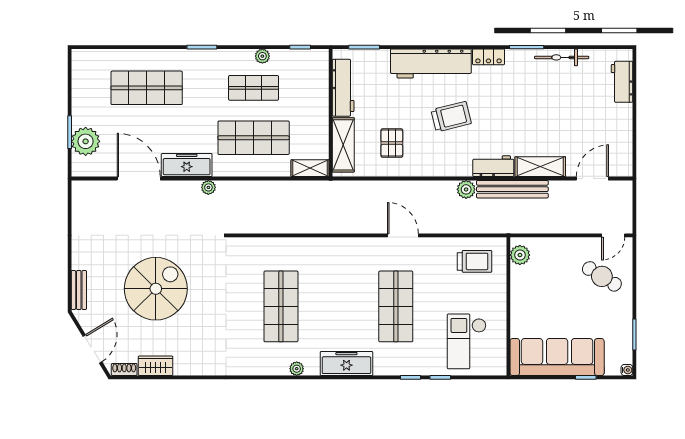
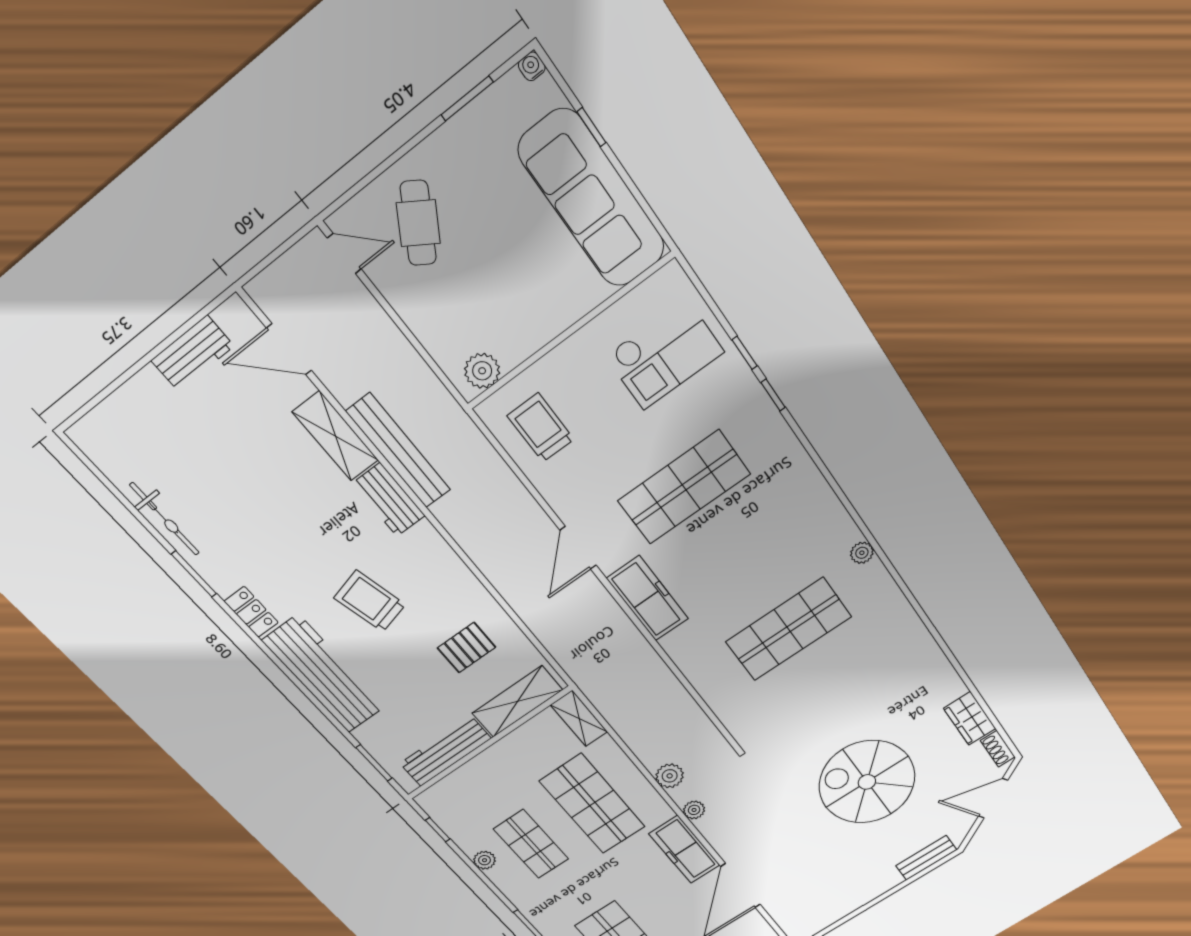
workbench: (622, 82) -> (192, 353), moved
plant: (466, 189) -> (670, 776), moved
freezer: (346, 364) -> (647, 599), moved, turned 180

